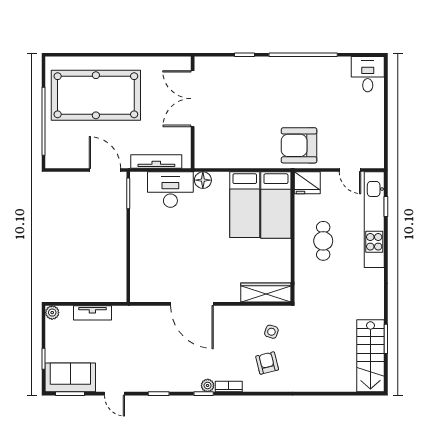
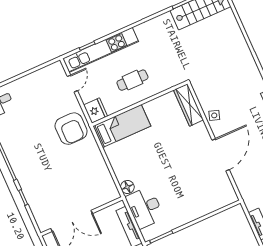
bed: (245, 205) -> (132, 149), removed
side table: (271, 332) -> (214, 115), moved
armchair: (267, 363) -> (239, 81), removed

